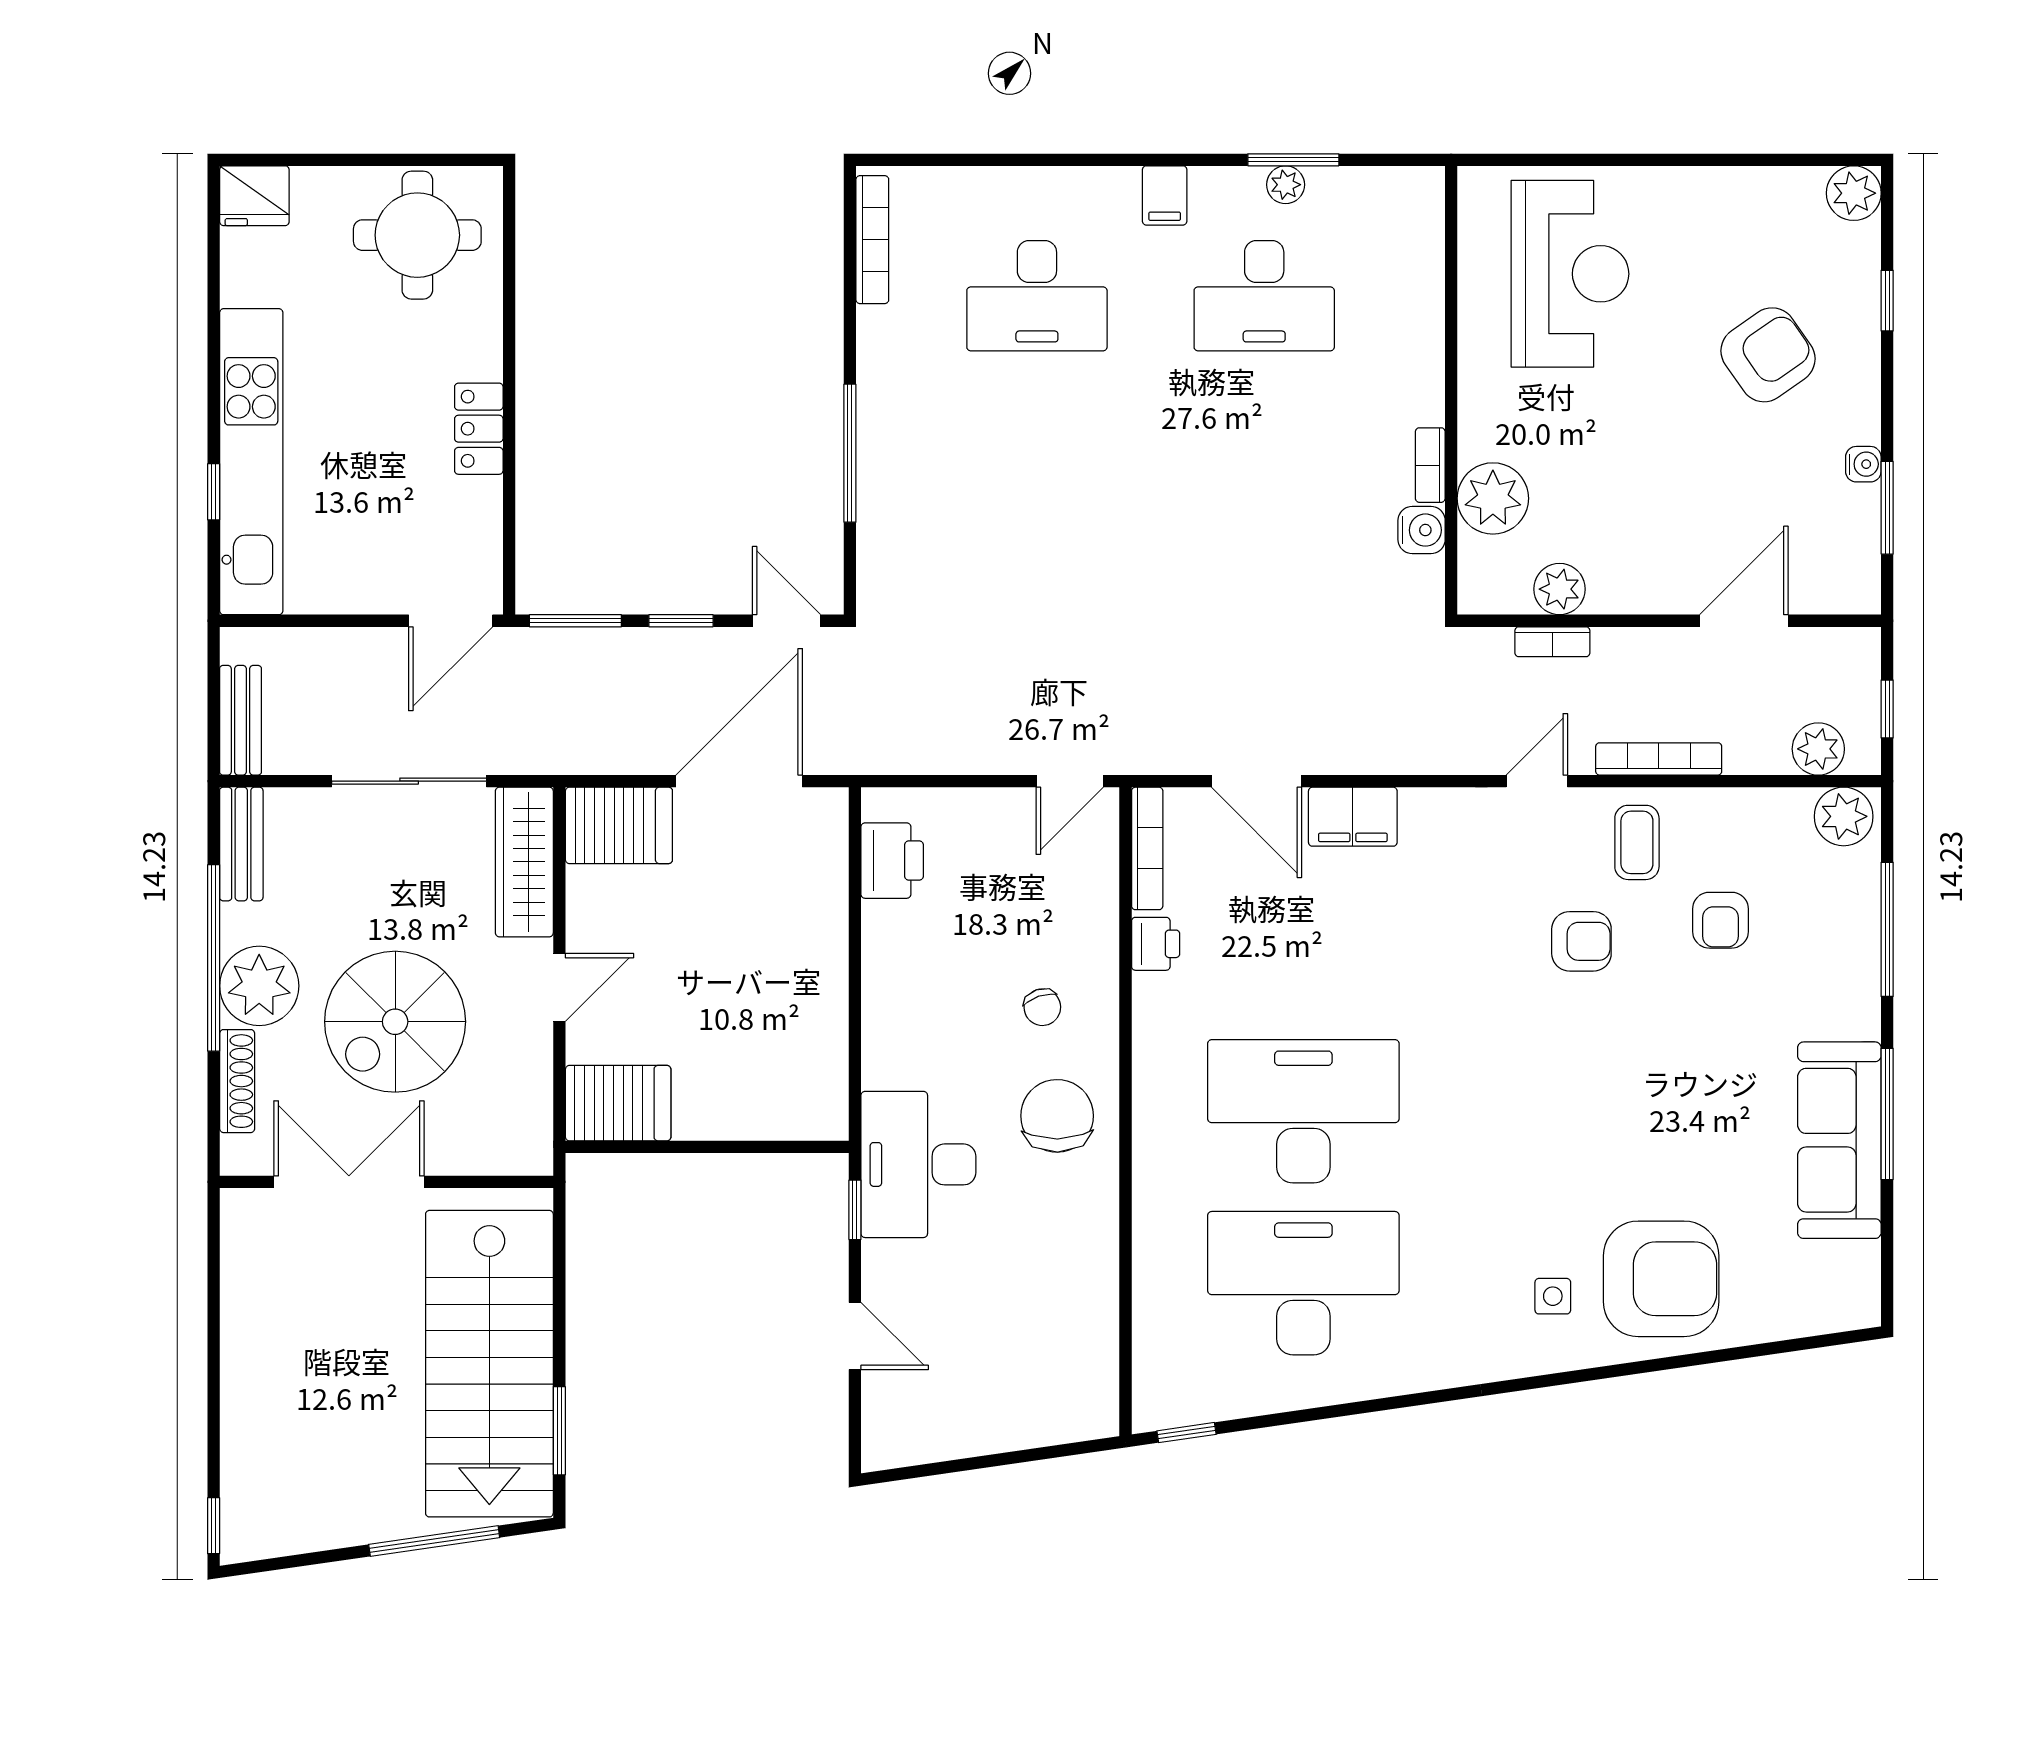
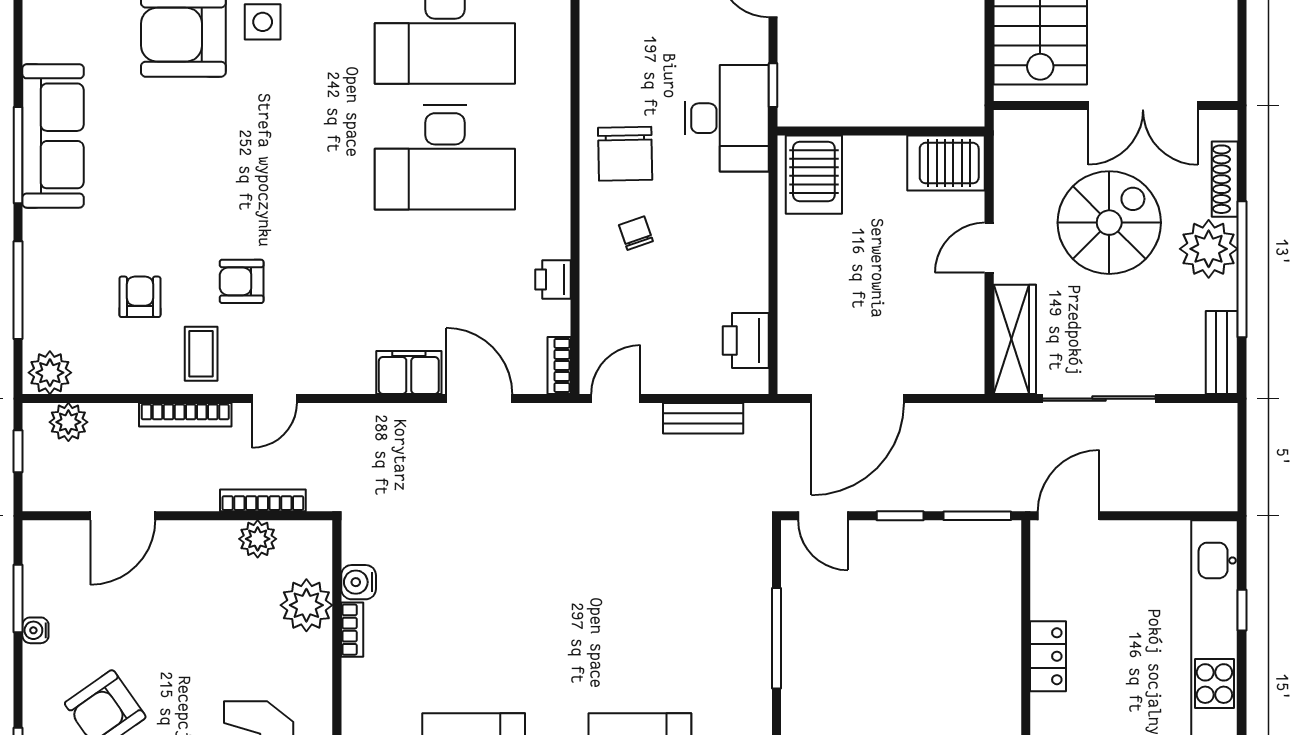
bookcase: (1552, 642) -> (263, 500), width x1.56
bench: (240, 720) -> (703, 418), moved, turned 90
server rack: (619, 825) -> (814, 175), moved, turned -90
bookcase: (1147, 848) -> (559, 365), width x0.64
side table: (1553, 1296) -> (263, 22), width x1.37, depth x1.37

